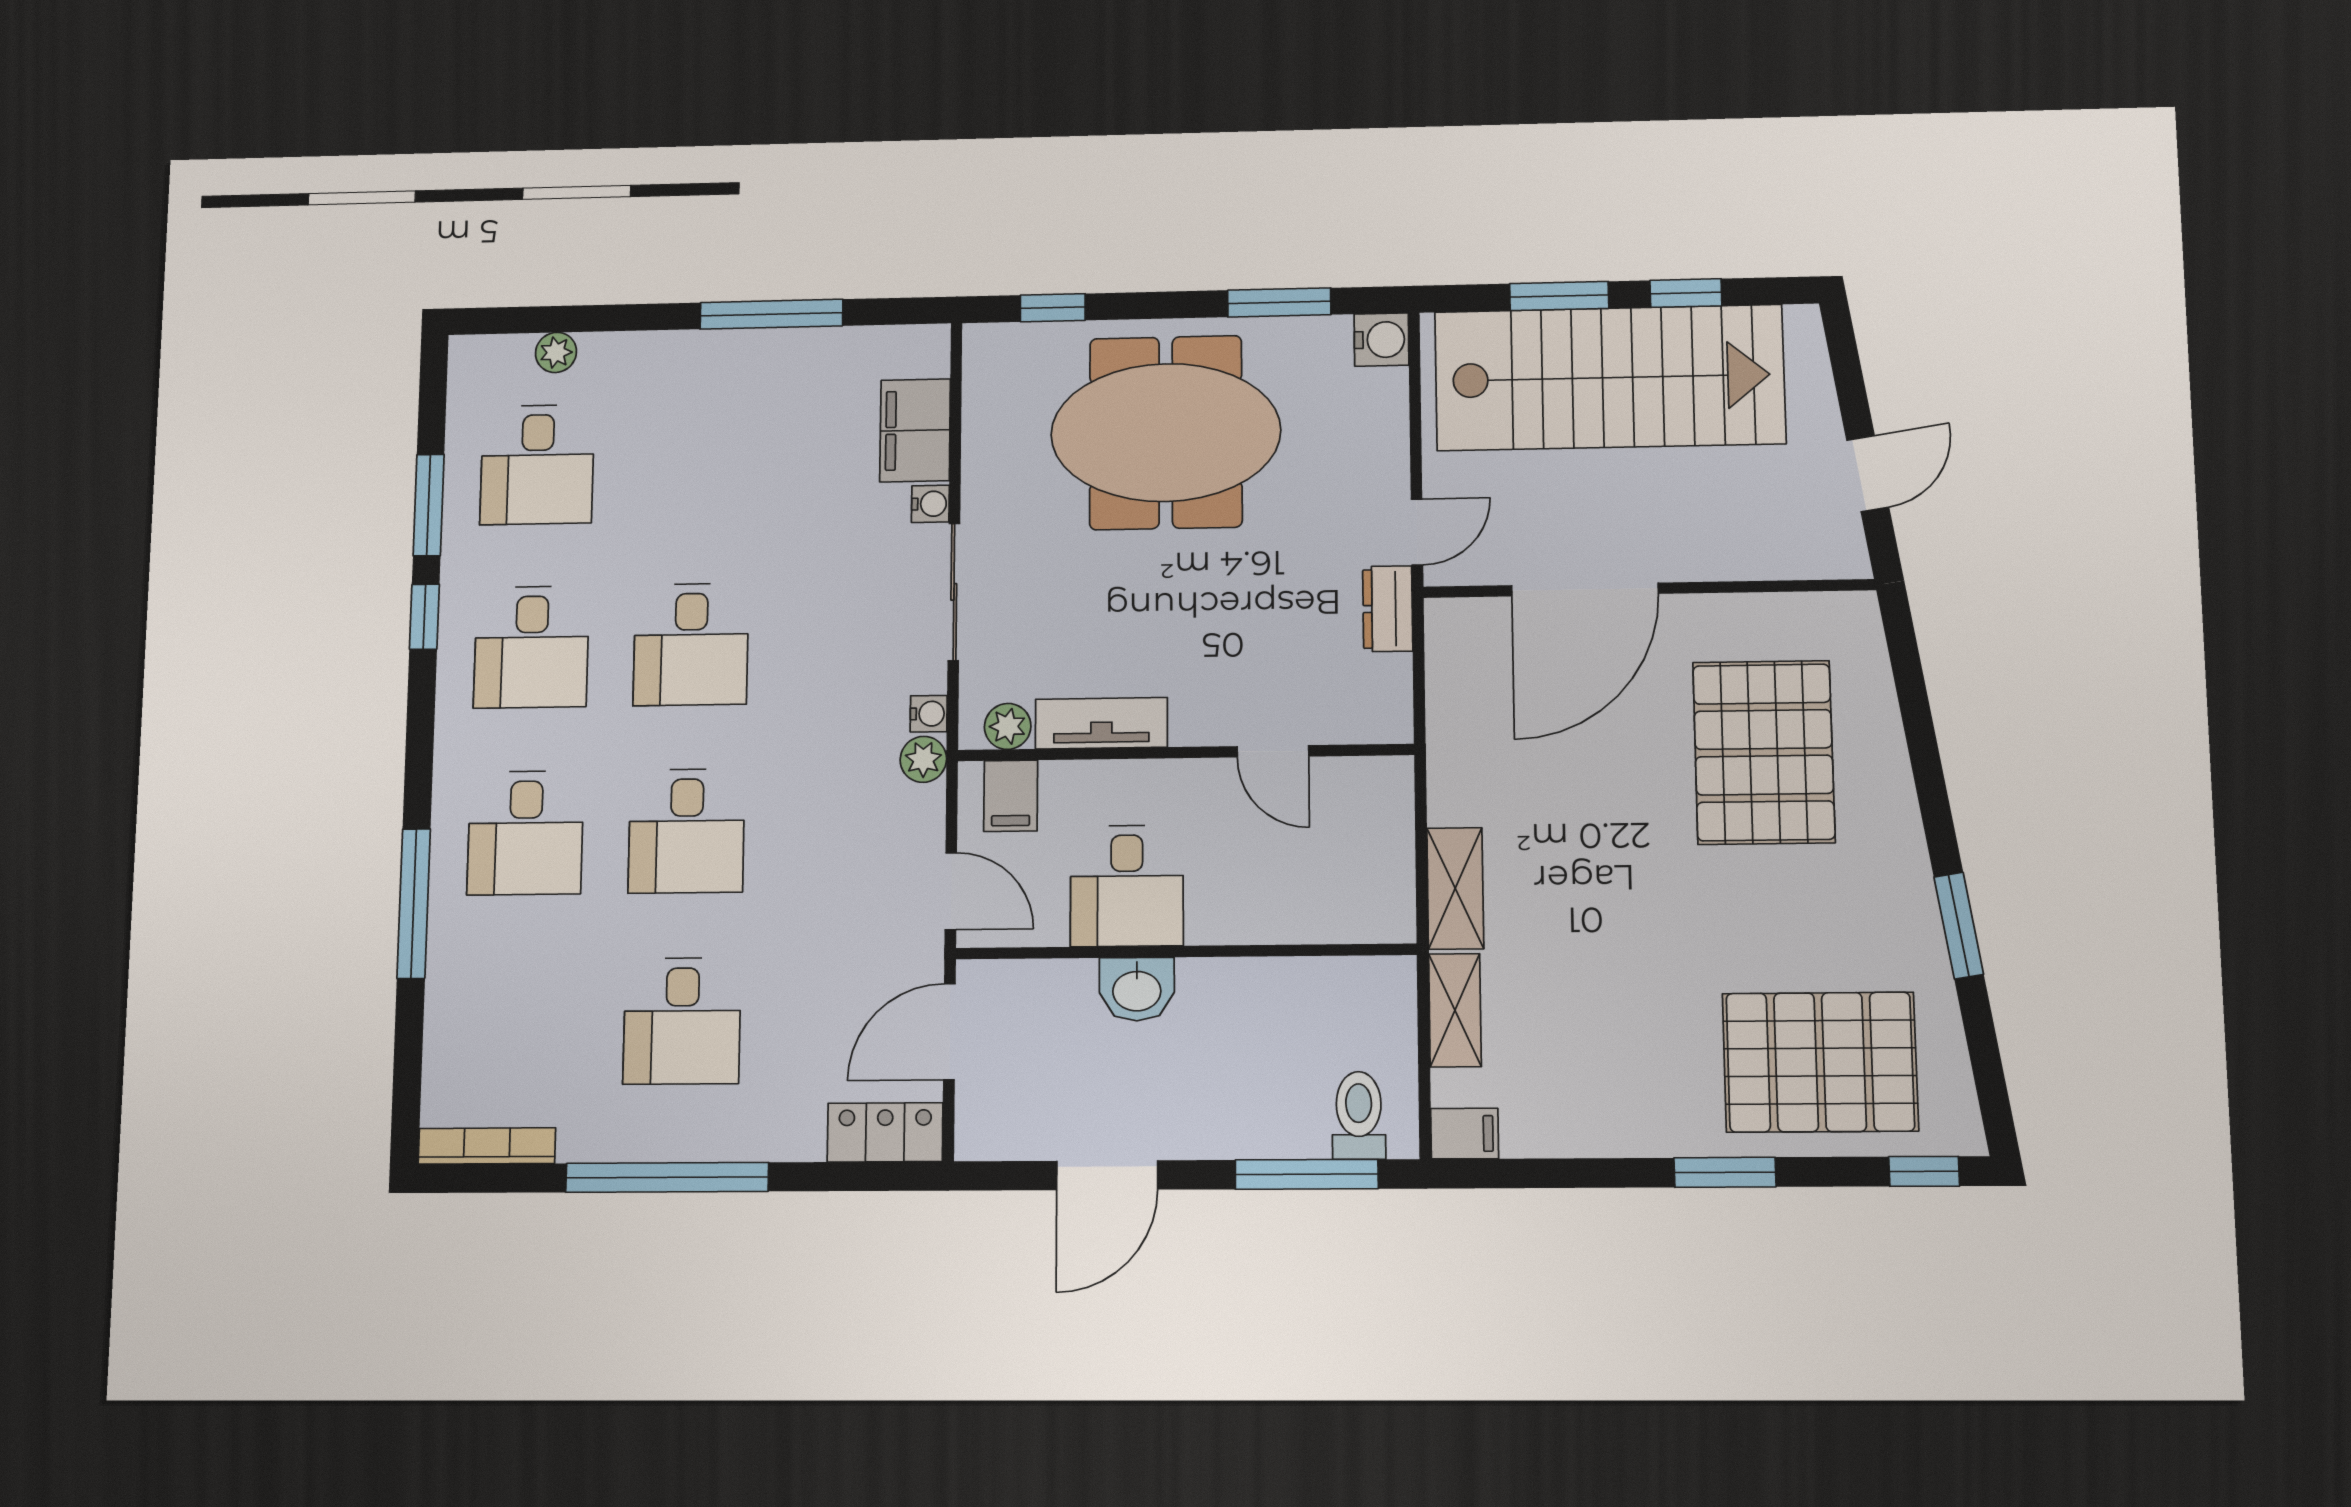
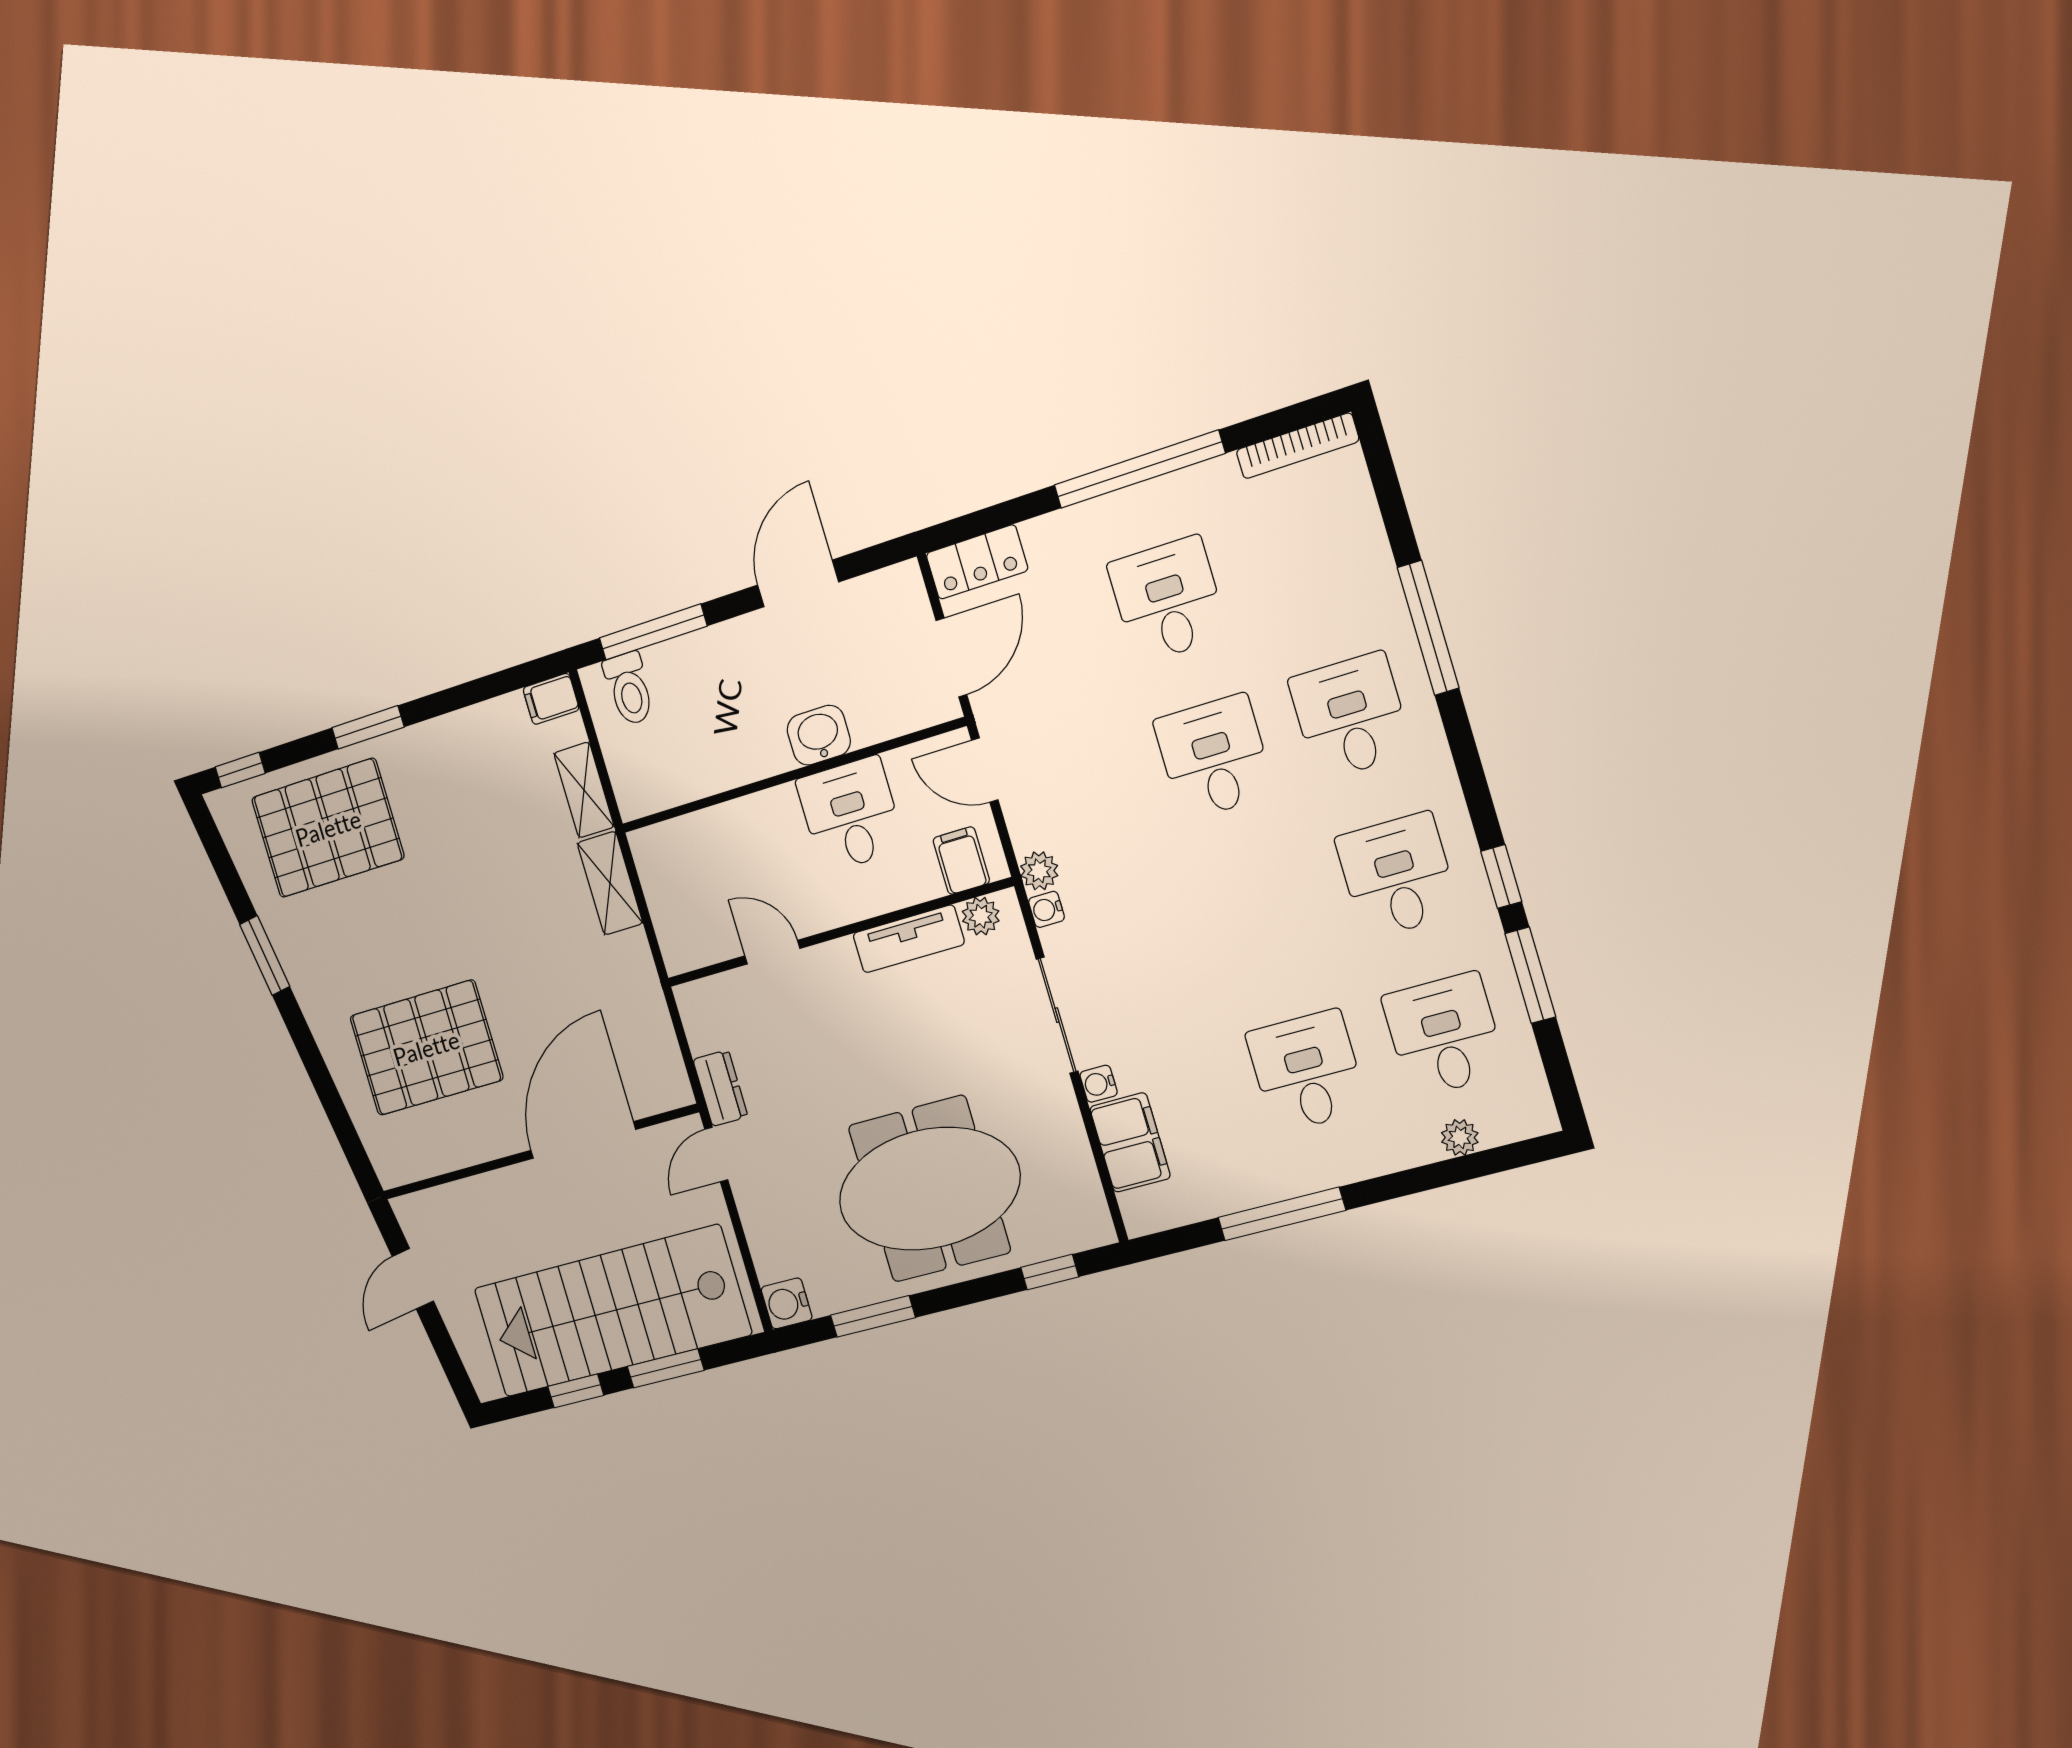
desk: (691, 644) -> (1307, 1071), moved
pallet: (1764, 752) -> (426, 1048), turned 90

